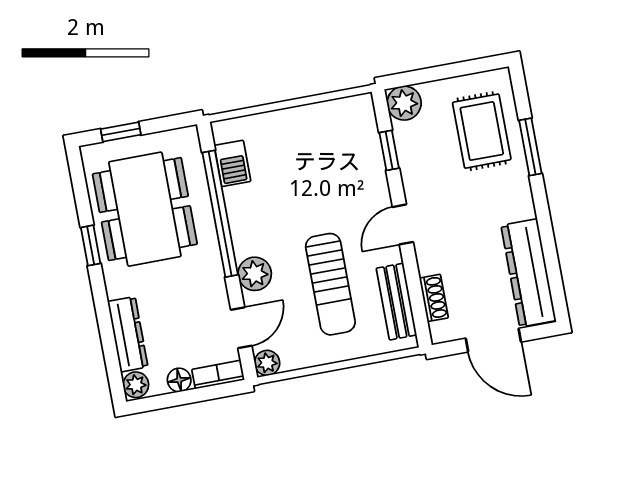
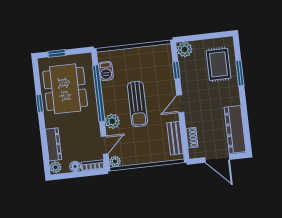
sun lounger: (330, 284) -> (137, 104), moved

